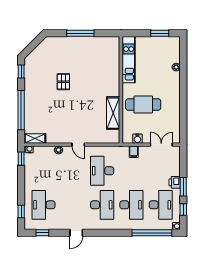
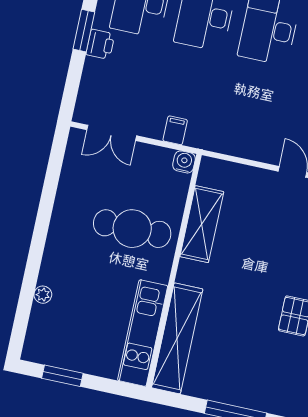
shelving: (113, 61) -> (177, 338), added
water cooler: (137, 139) -> (184, 162), moved
desk: (102, 171) -> (253, 104), removed

